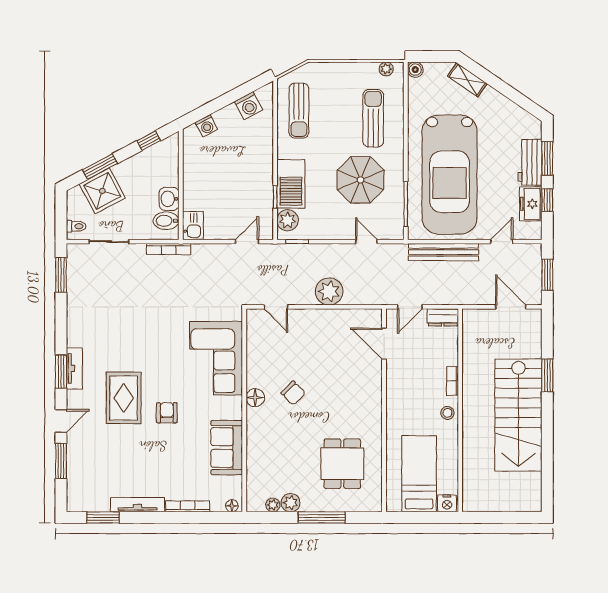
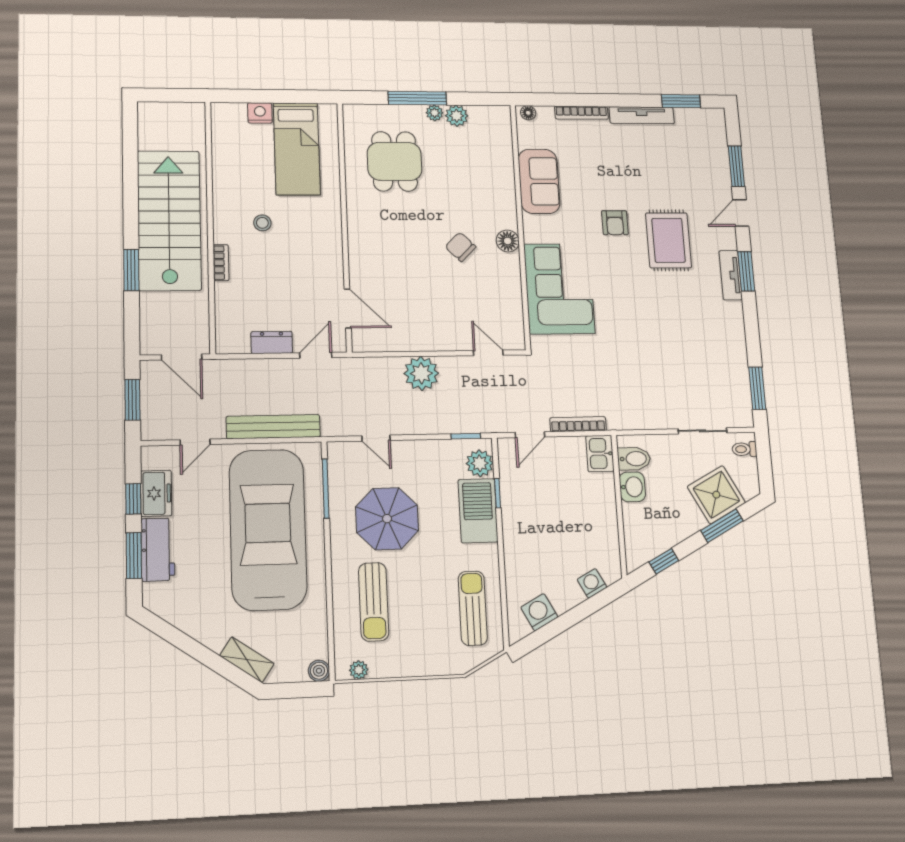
bookcase: (169, 249) -> (578, 424), moved
bookcase: (453, 381) -> (221, 263), moved
wall: (460, 410) -> (210, 226), moved
plant: (273, 505) -> (435, 113), moved

